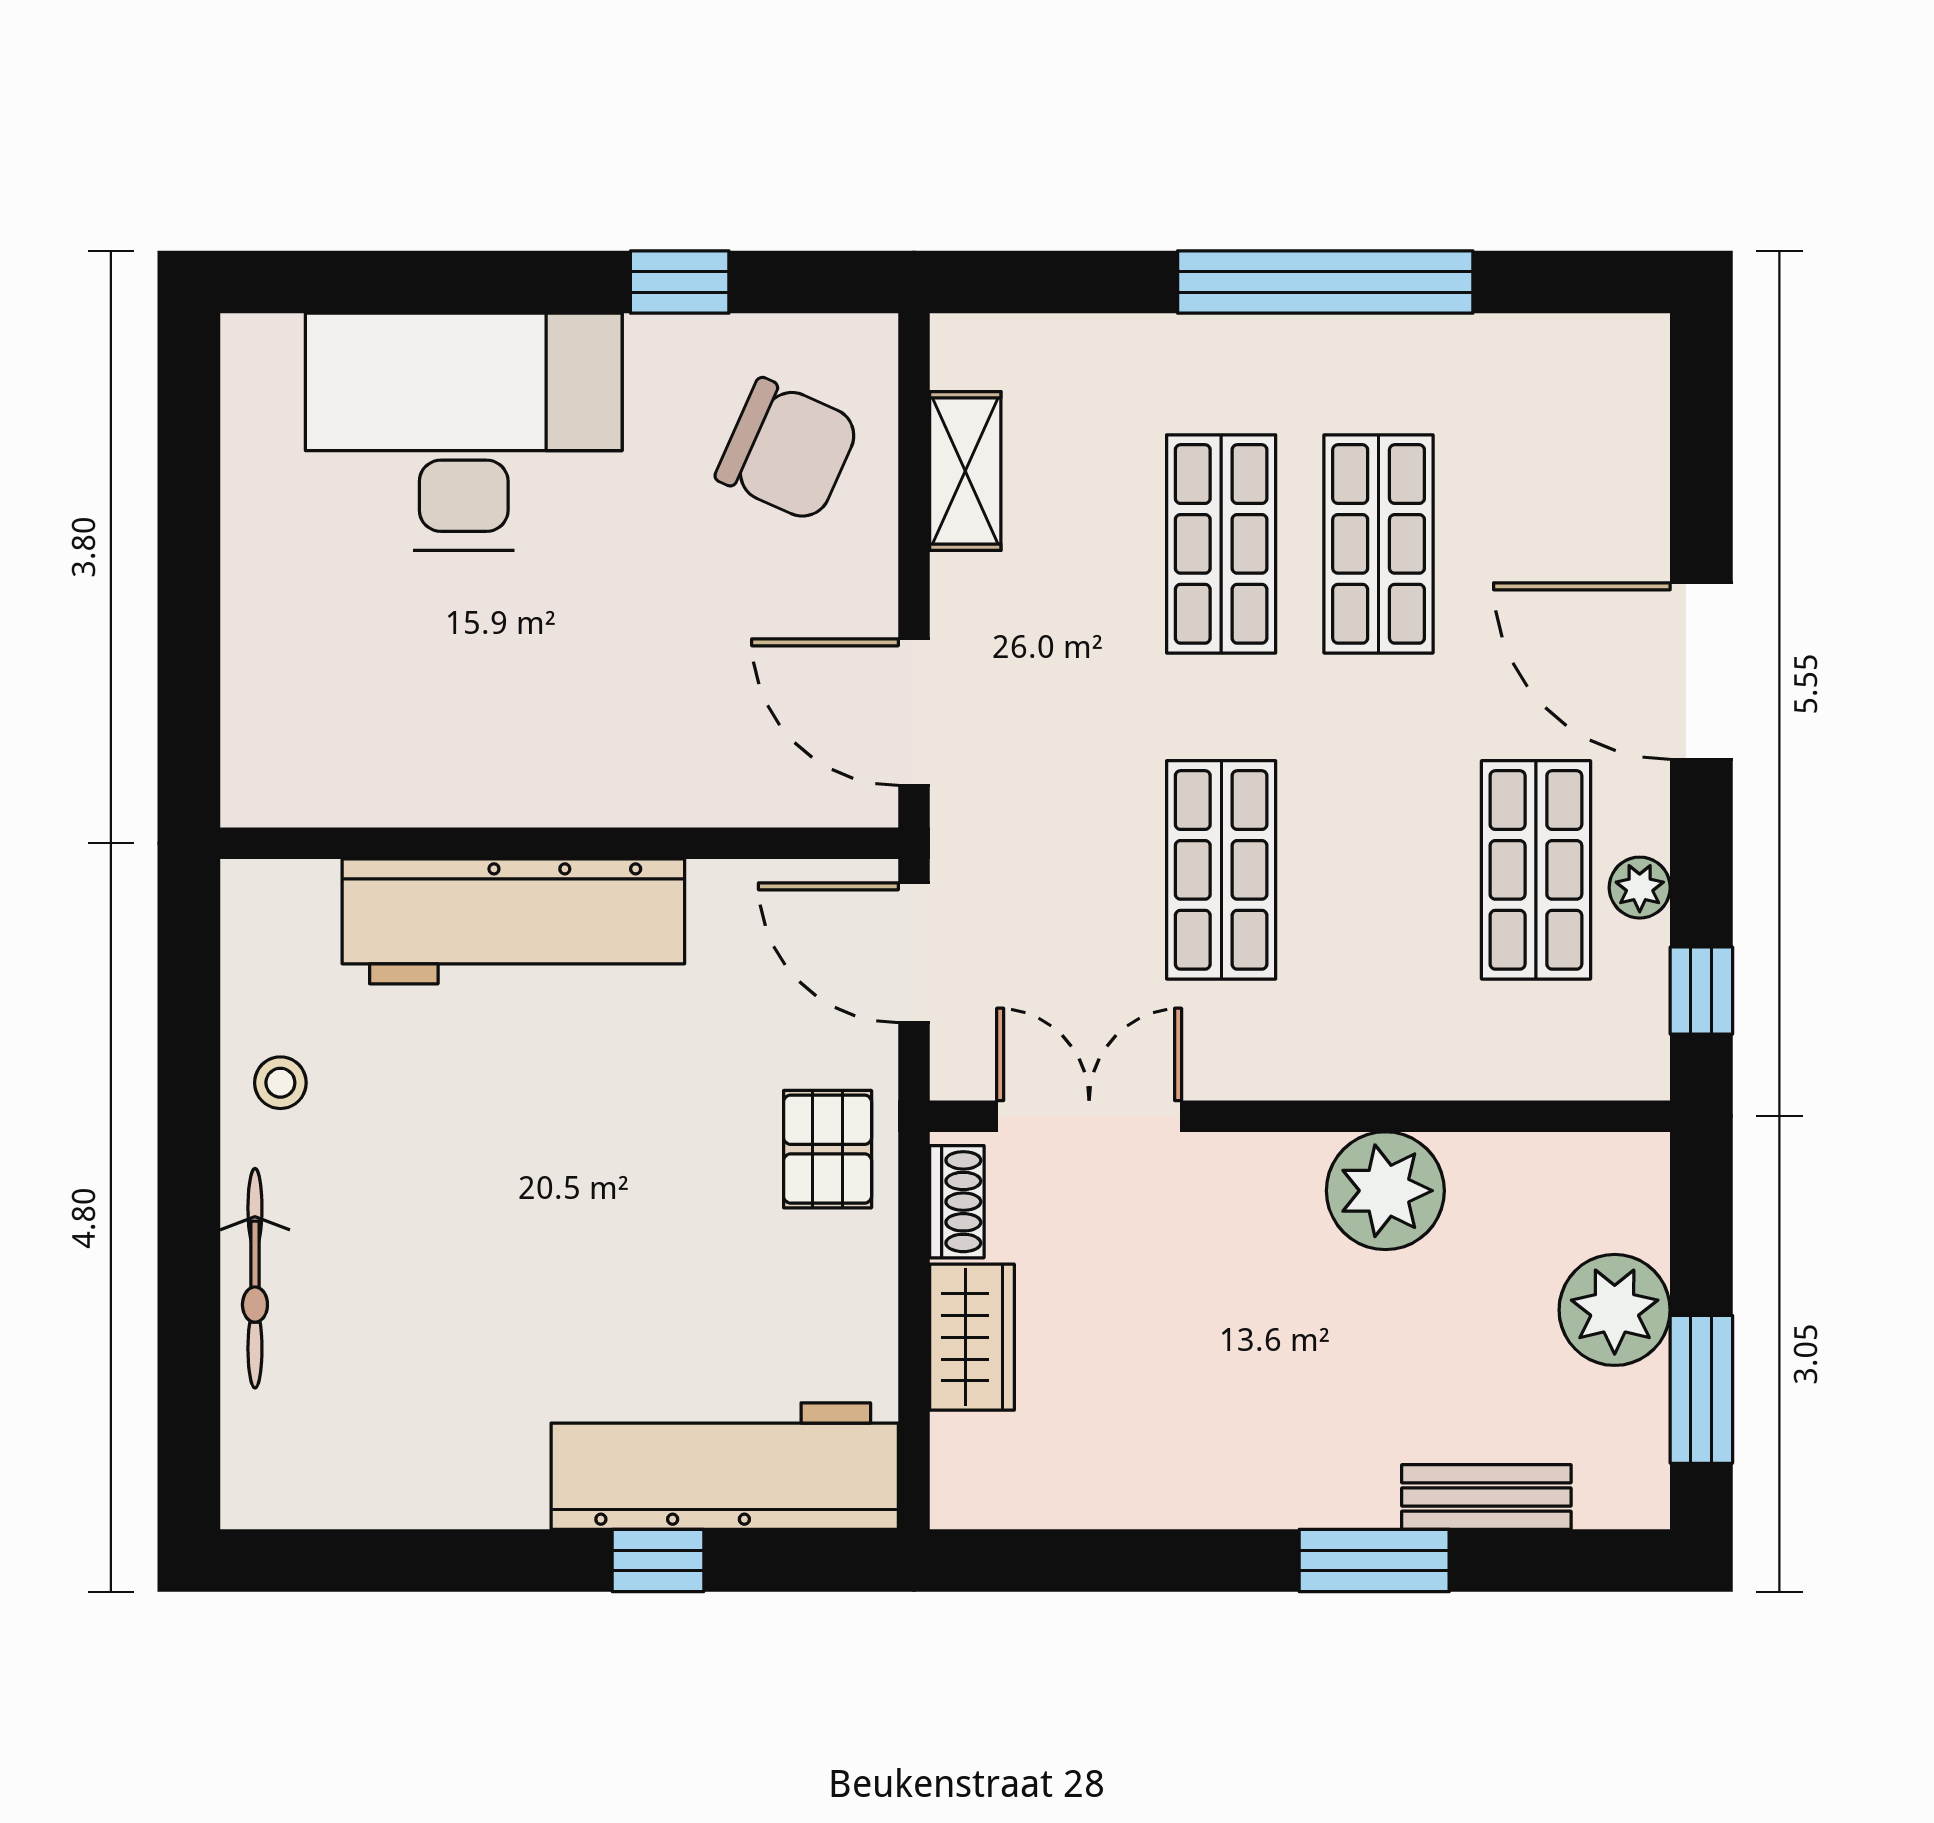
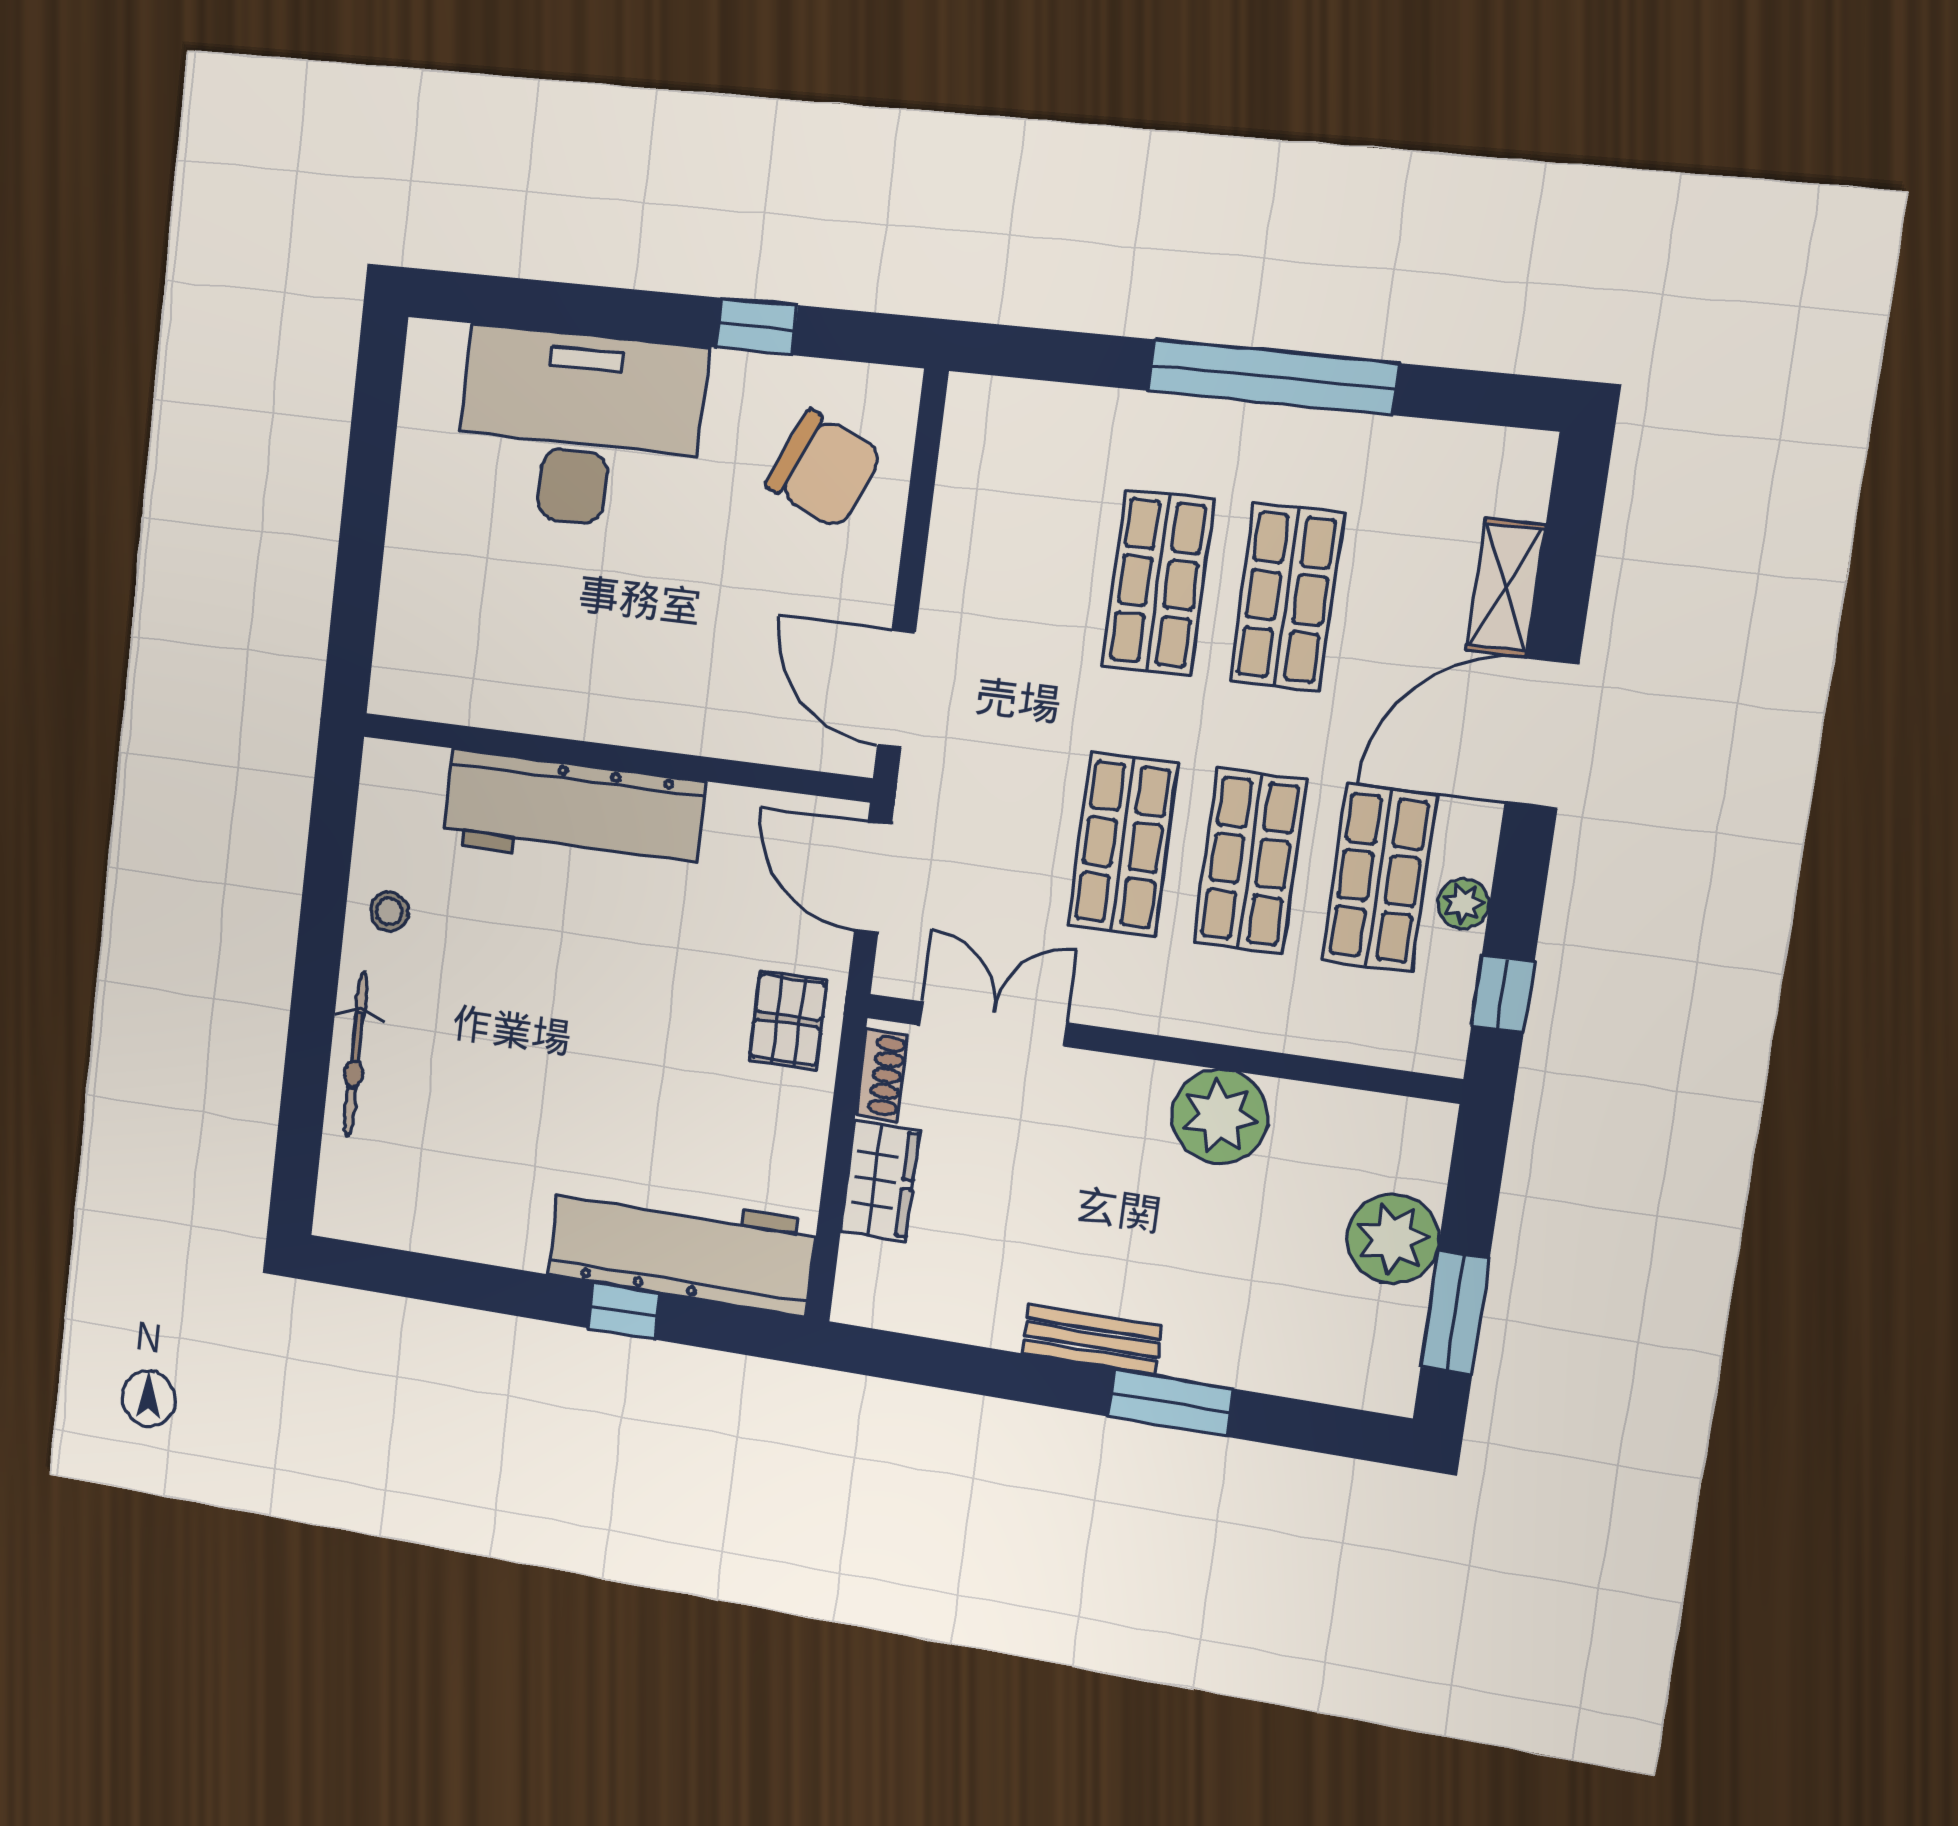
shelving: (965, 471) -> (1506, 588), moved
door: (1701, 671) -> (1542, 733), hinge flipped
shop shelf: (1379, 870) -> (1250, 861), added
bench: (1486, 1497) -> (1091, 1340), moved

